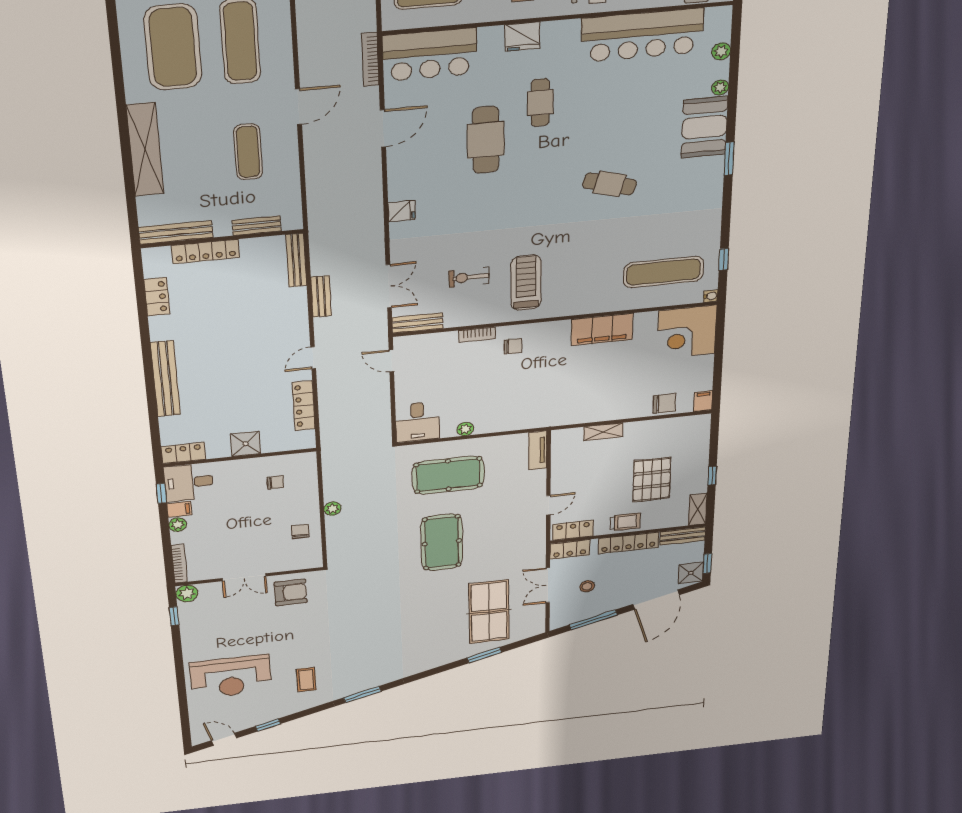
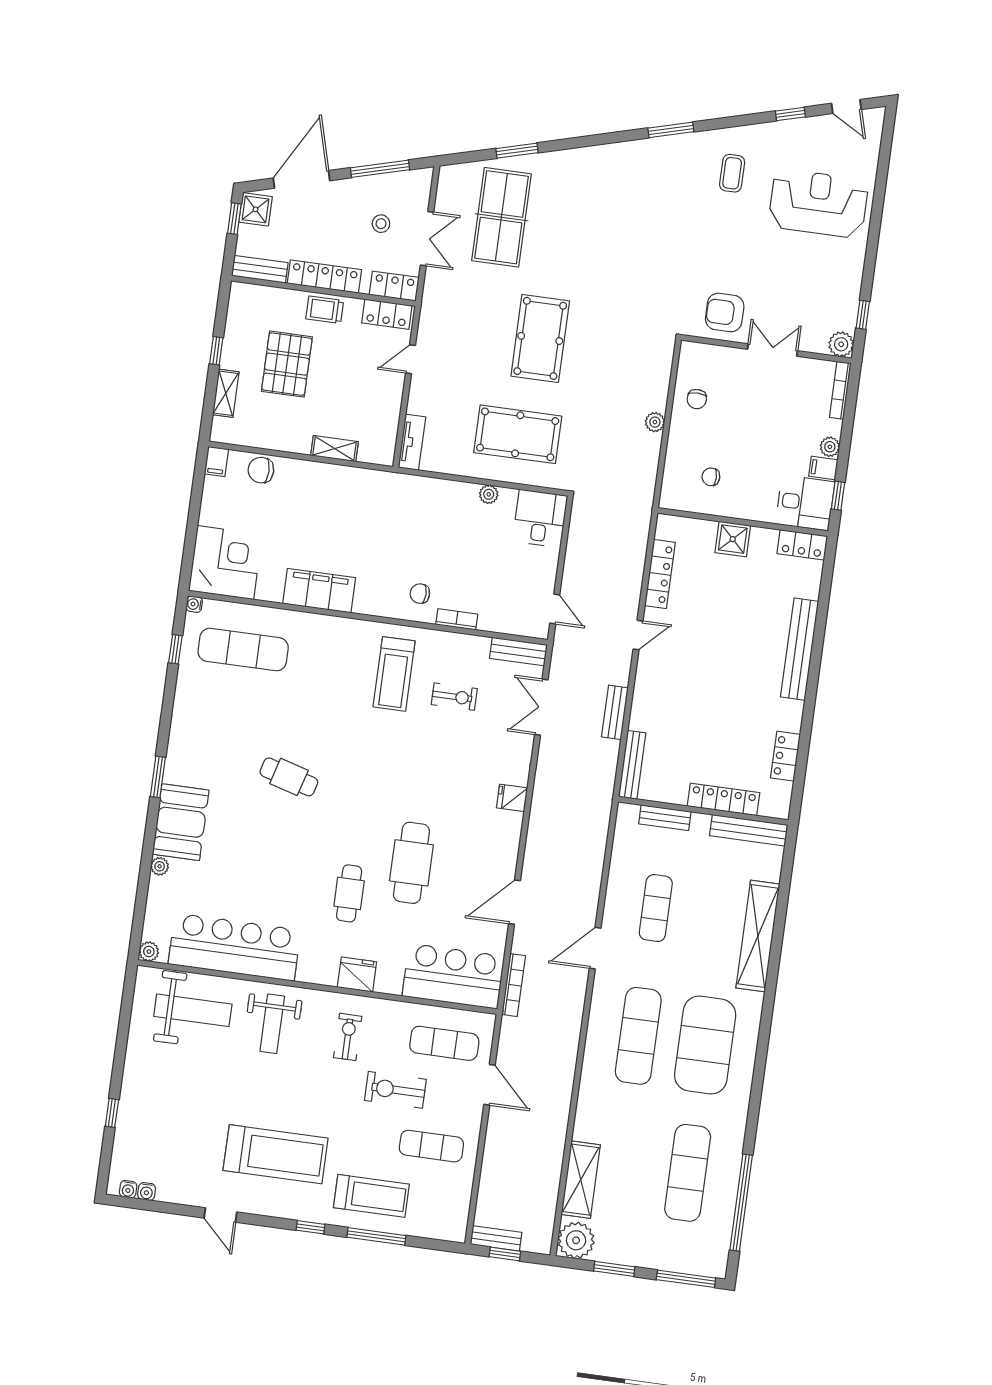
plant: (721, 51) -> (149, 952), moved
shelving: (698, 509) -> (226, 393), moved

